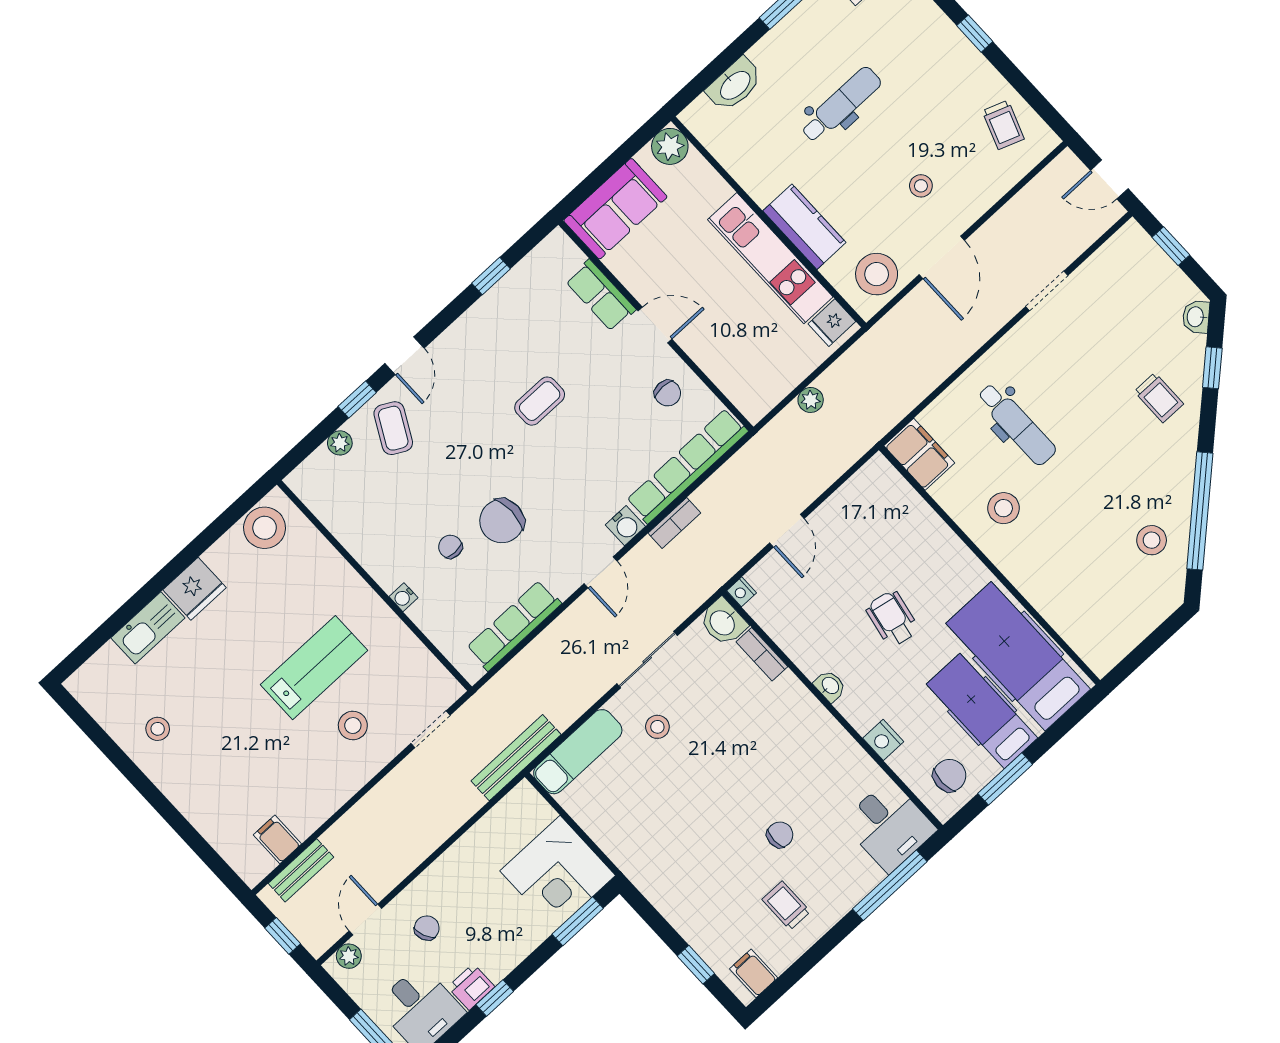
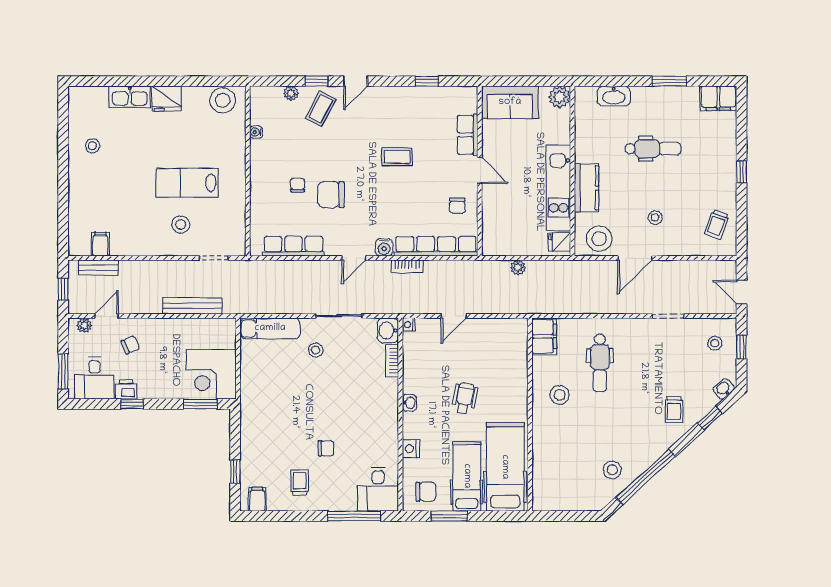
stool: (1134, 272) -> (715, 343), added
water cooler: (403, 597) -> (256, 132), moved
lab bench: (314, 668) -> (187, 183), turned 180
bench: (516, 758) -> (192, 306), moved

